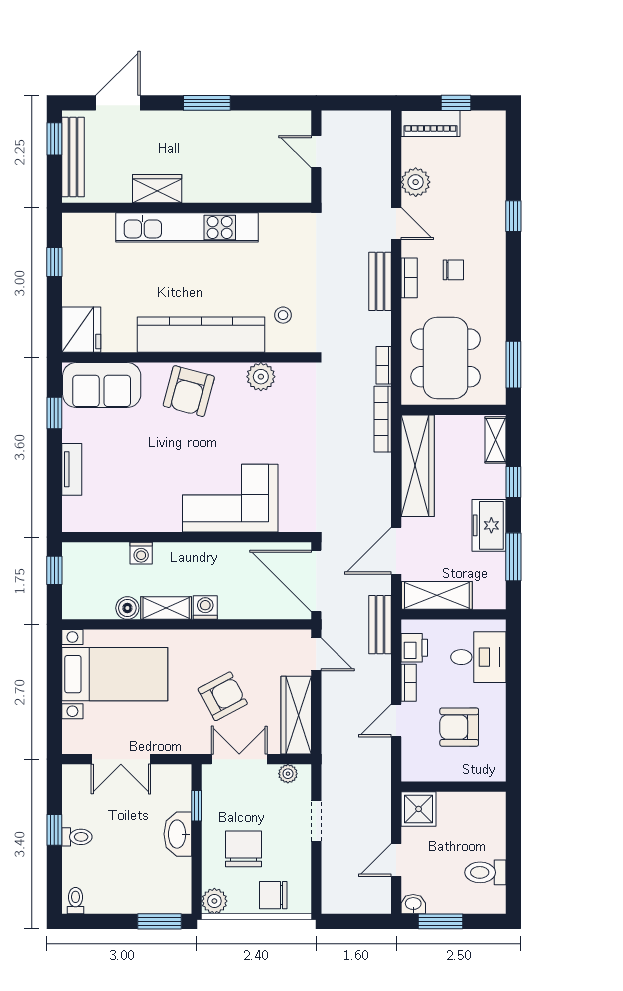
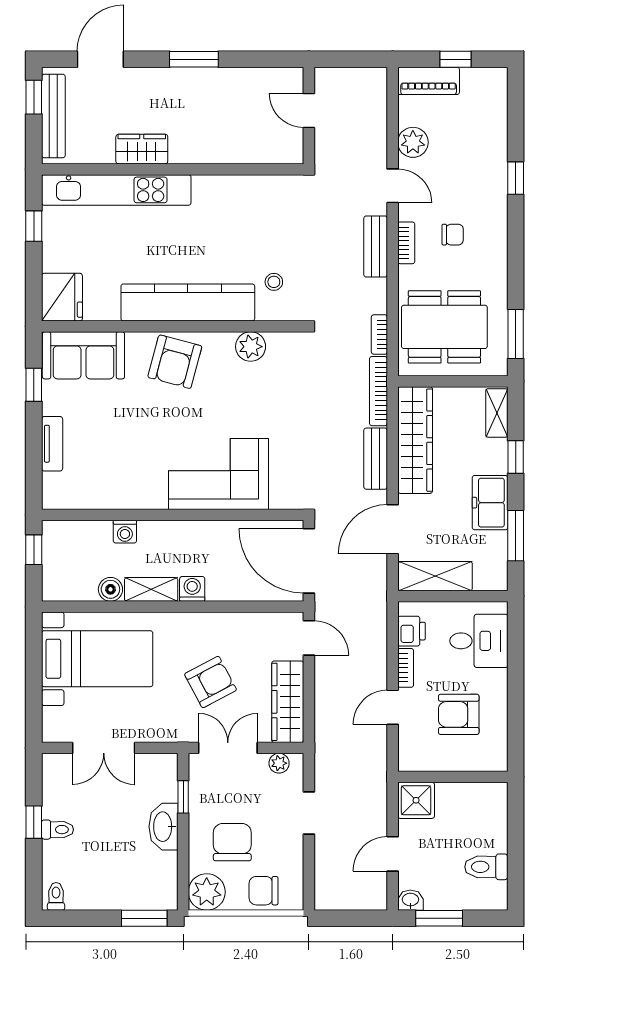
kitchen unit: (187, 227) -> (116, 190), moved
dining table: (446, 358) -> (444, 327), turned 90
bench: (380, 625) -> (376, 459), moved
plant: (214, 901) -> (207, 892), width x1.36, depth x1.36

